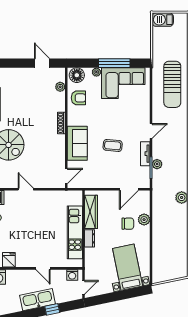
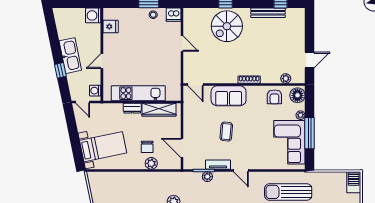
door: (26, 189) -> (182, 44), hinge flipped

